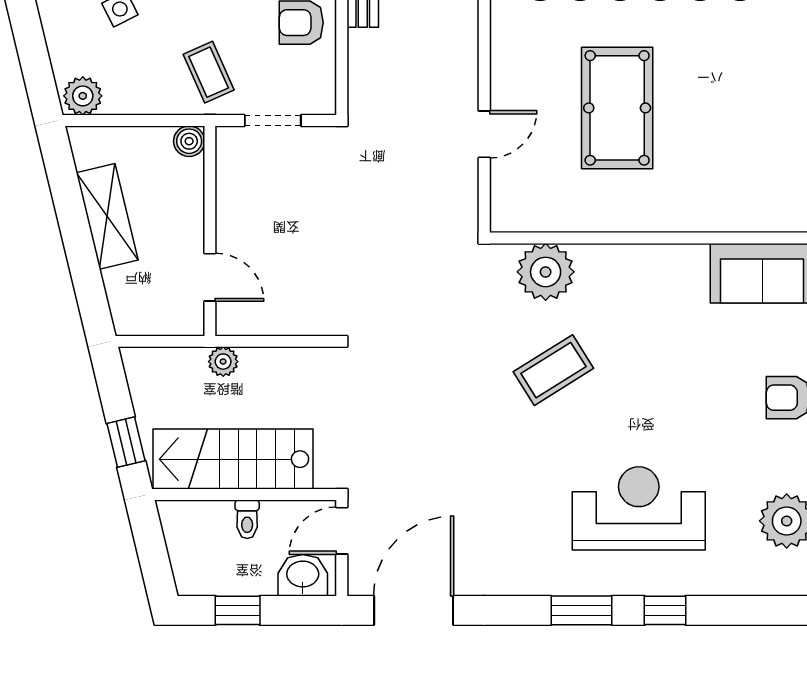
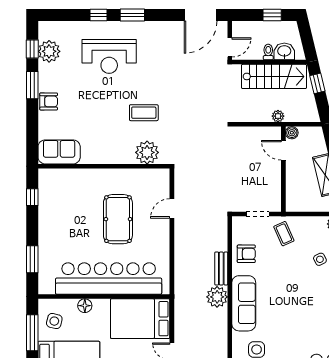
boiler: (189, 141) -> (292, 133), moved
coffee table: (553, 370) -> (144, 113), turned 32
washbasin: (303, 575) -> (284, 51), moved, turned 180

